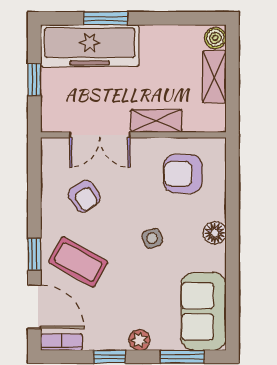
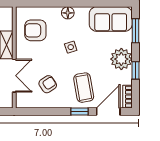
armchair: (183, 174) -> (35, 30), turned 90
coffee table: (78, 262) -> (84, 88), turned -39
plant: (139, 340) -> (121, 59), width x1.87, depth x1.87

